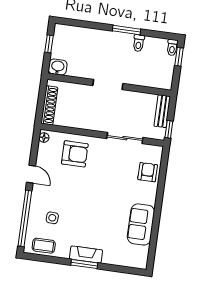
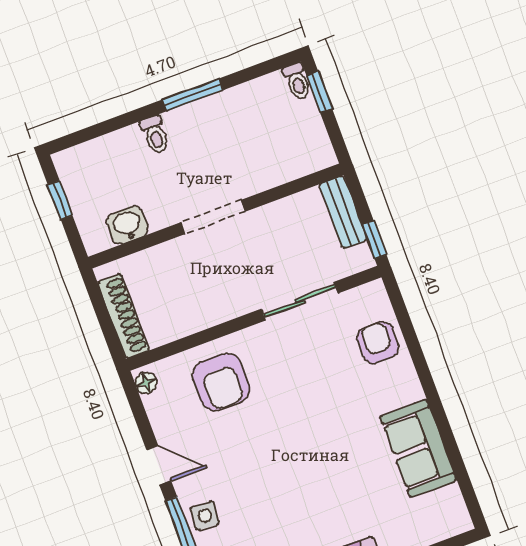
toilet: (139, 43) -> (155, 135), moved
washbasin: (58, 67) -> (127, 225), moved
armchair: (75, 154) -> (221, 382), turned 90
side table: (52, 218) -> (205, 516), moved

